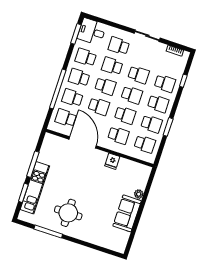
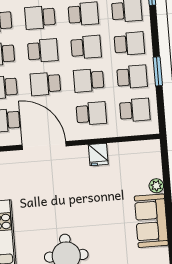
school desk: (99, 106) -> (45, 84), turned 180
school desk: (125, 115) -> (89, 80), turned 180

